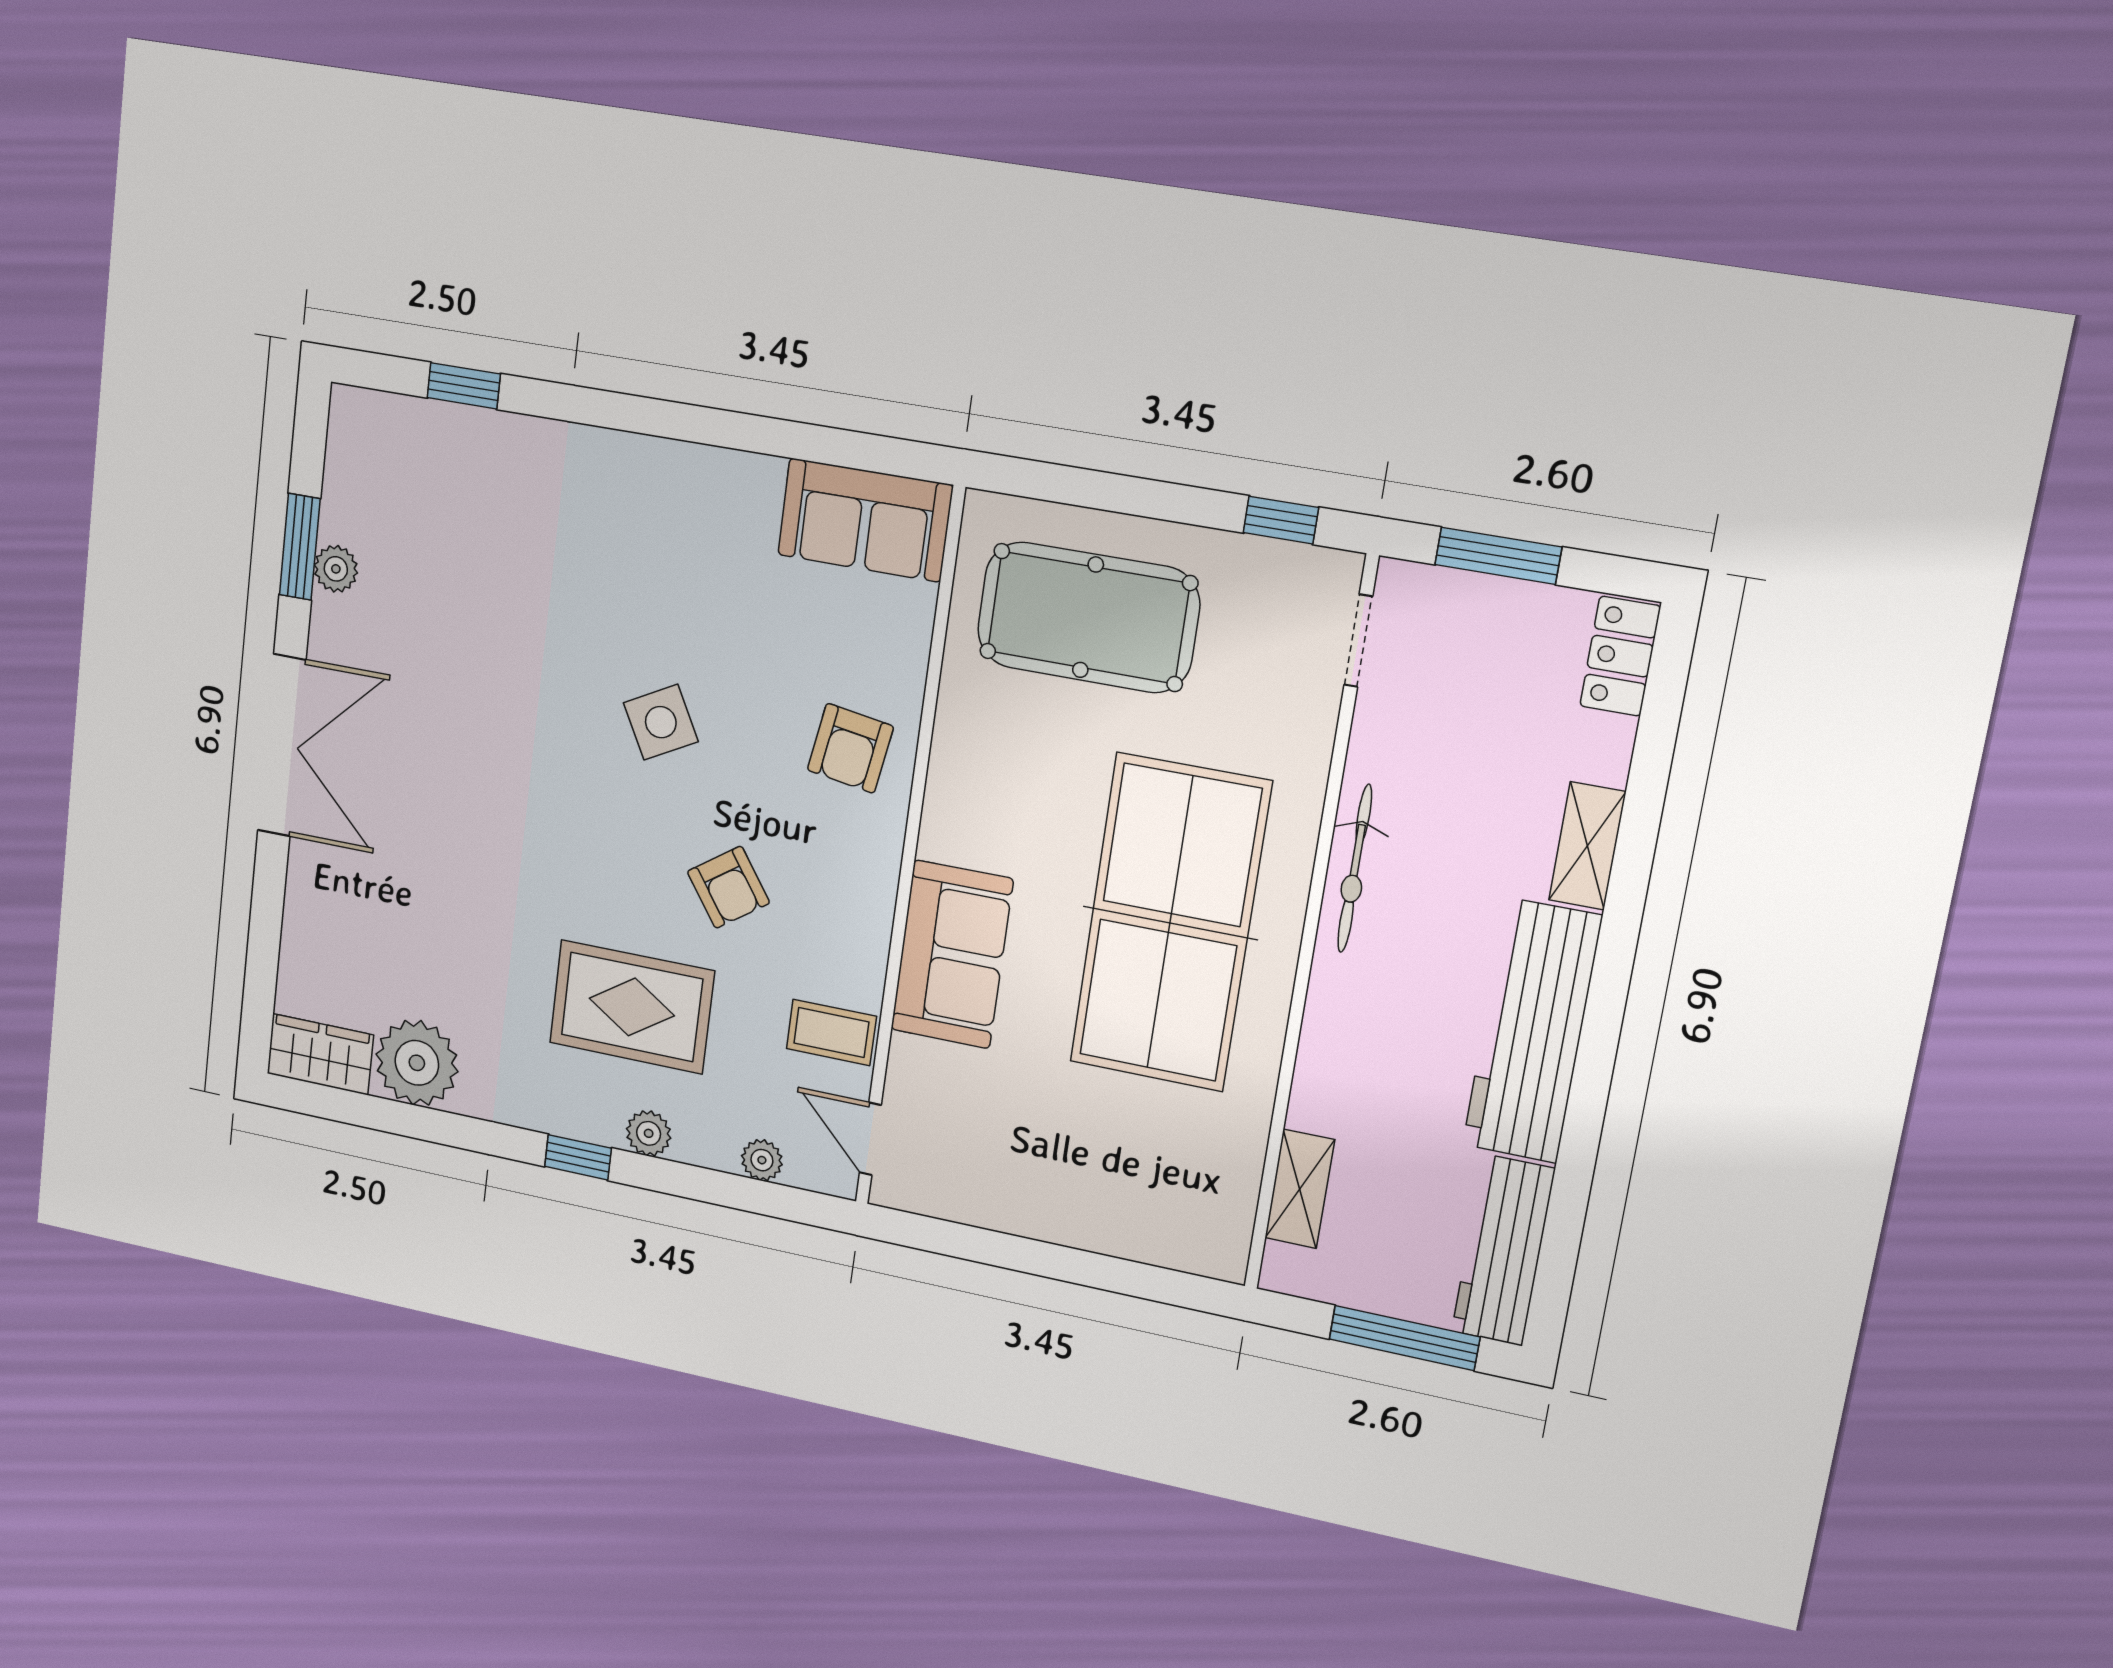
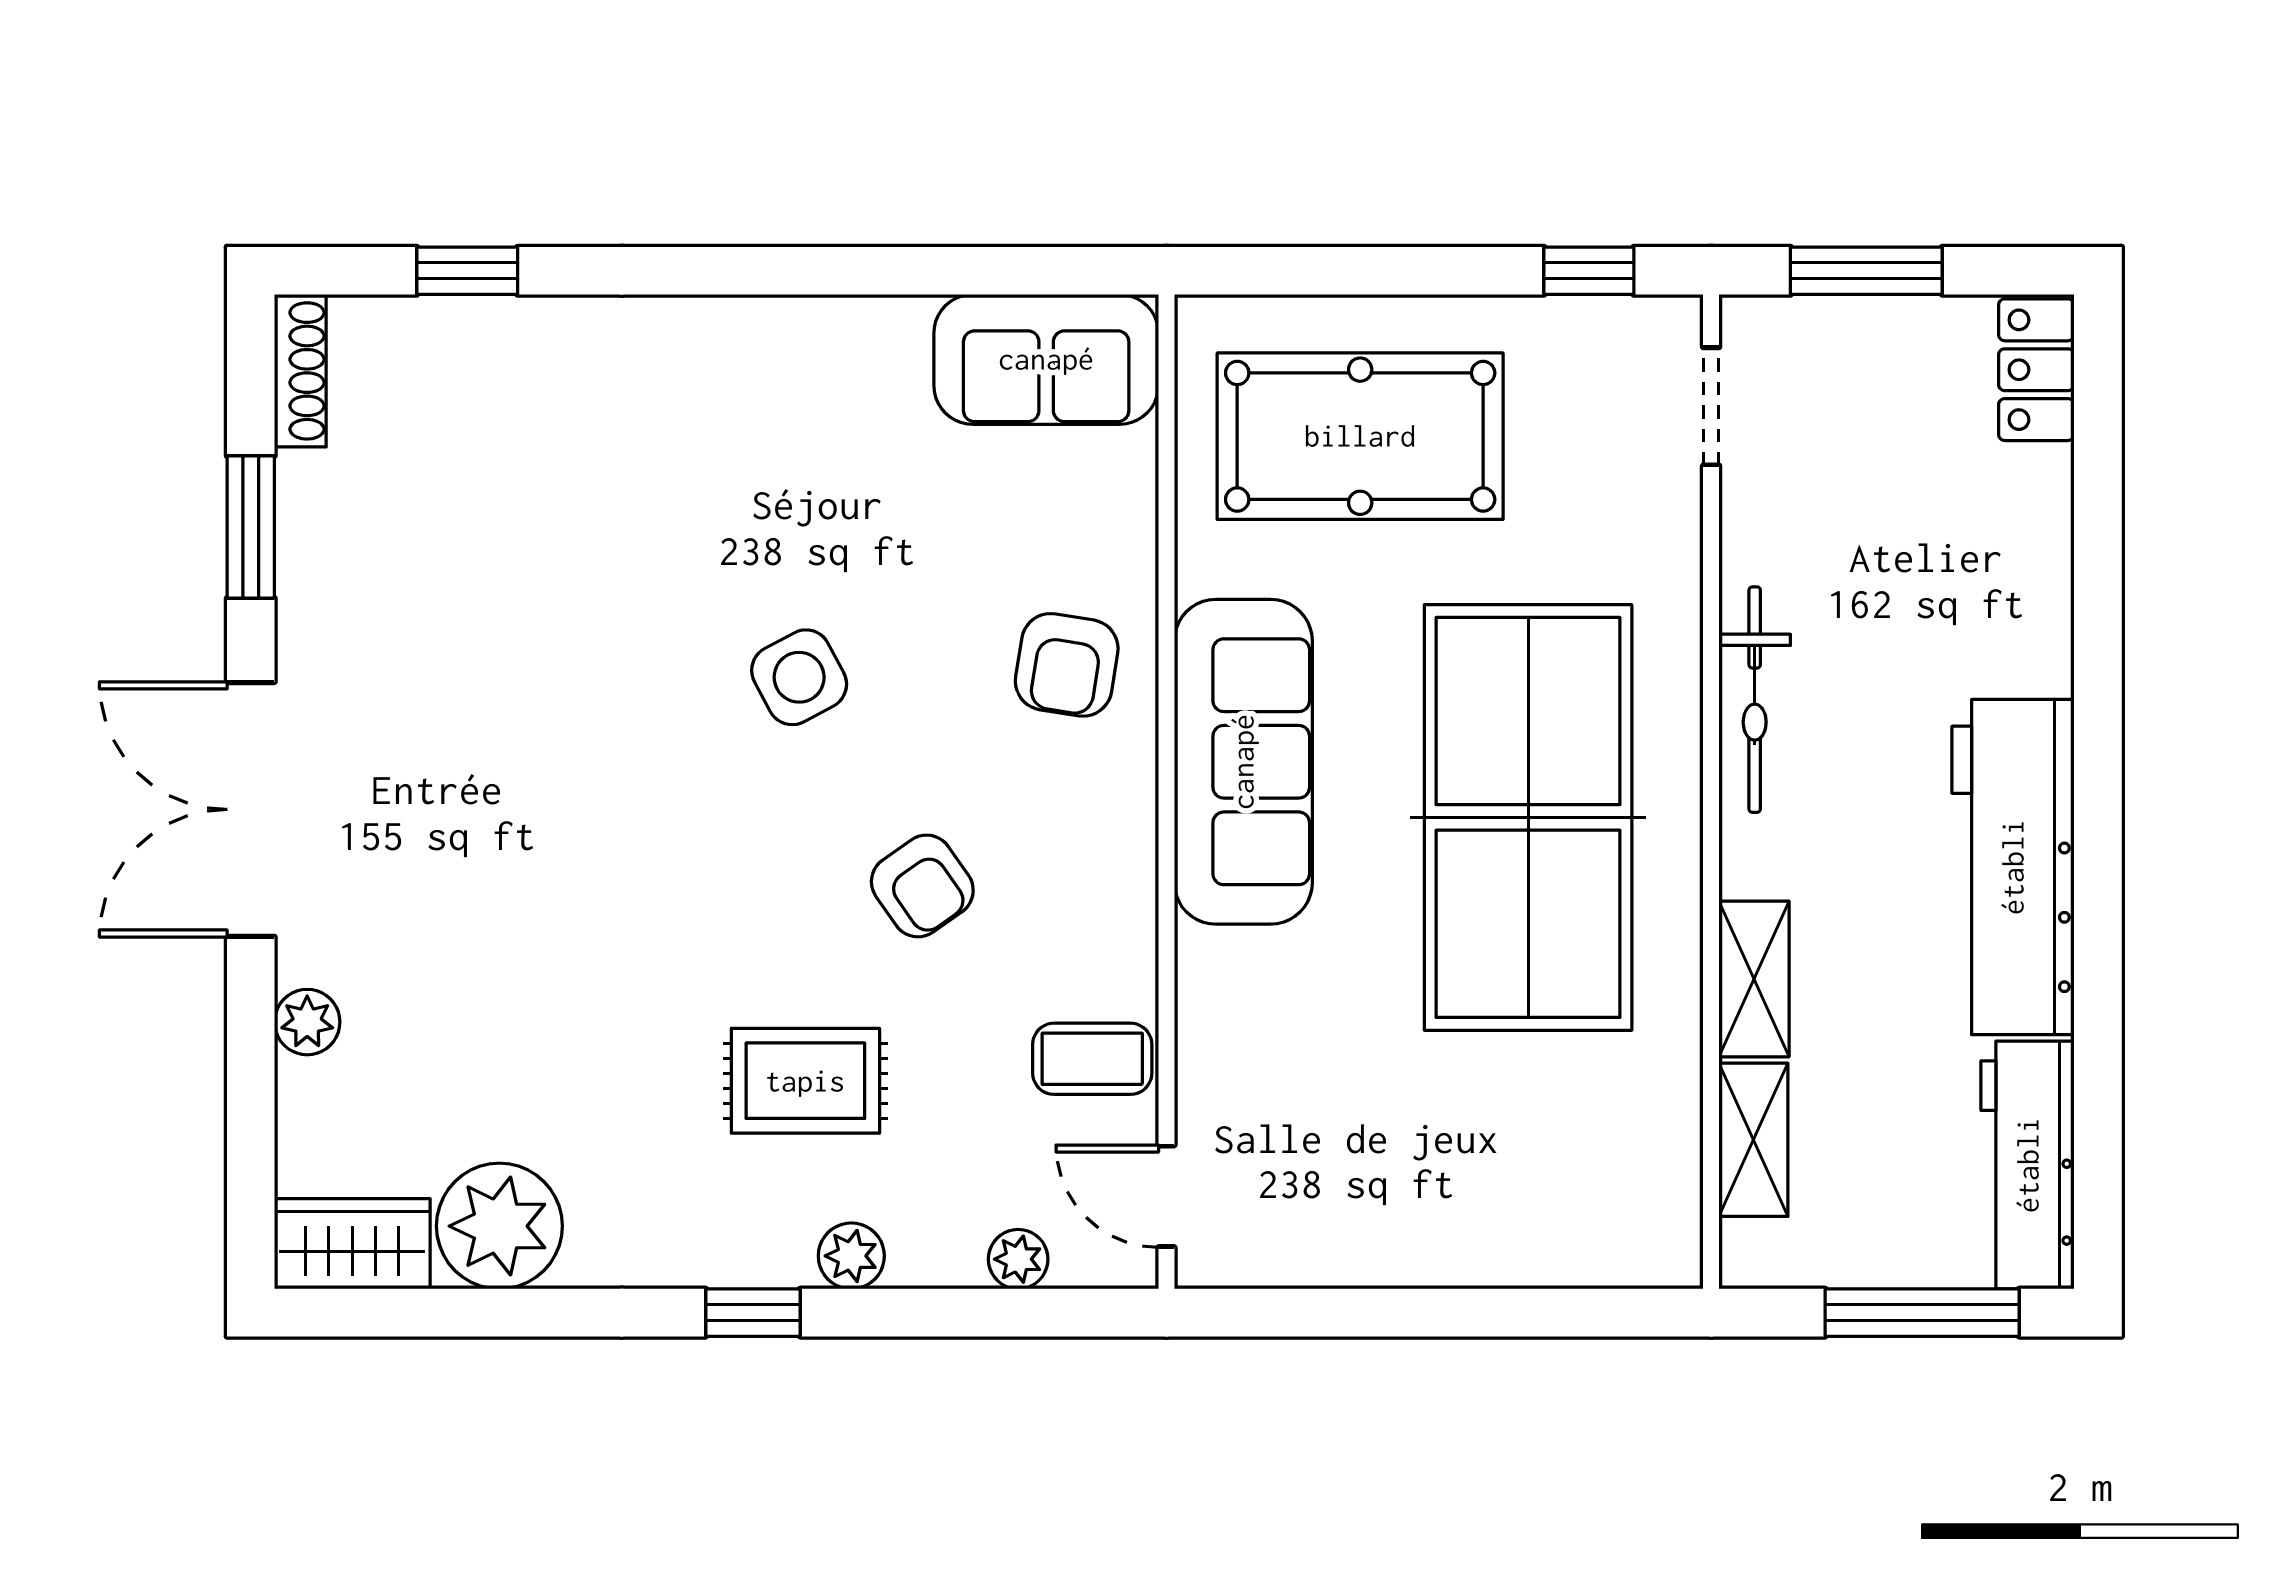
shoe rack: (343, 440) -> (300, 371), added
plant: (336, 569) -> (307, 1022), moved
double door: (282, 745) -> (251, 809), swing flipped
shelving: (1587, 846) -> (1754, 979), moved
sofa: (952, 955) -> (1243, 762), moved, width x1.36
rug: (632, 1007) -> (805, 1081), width x0.73, depth x0.70

